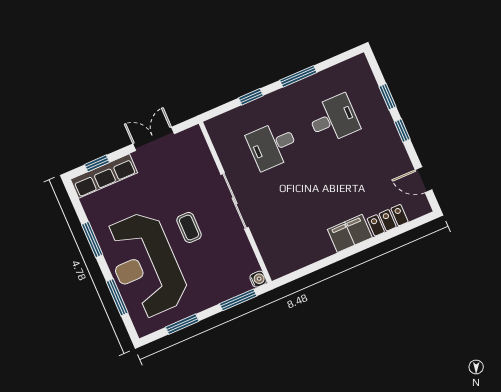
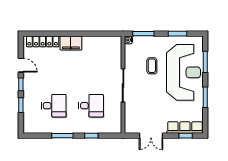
desk: (333, 119) -> (54, 106), turned 180
door: (423, 180) -> (21, 65), moved
locker: (388, 220) -> (43, 41), width x1.53
coffee table: (189, 227) -> (152, 66), moved

